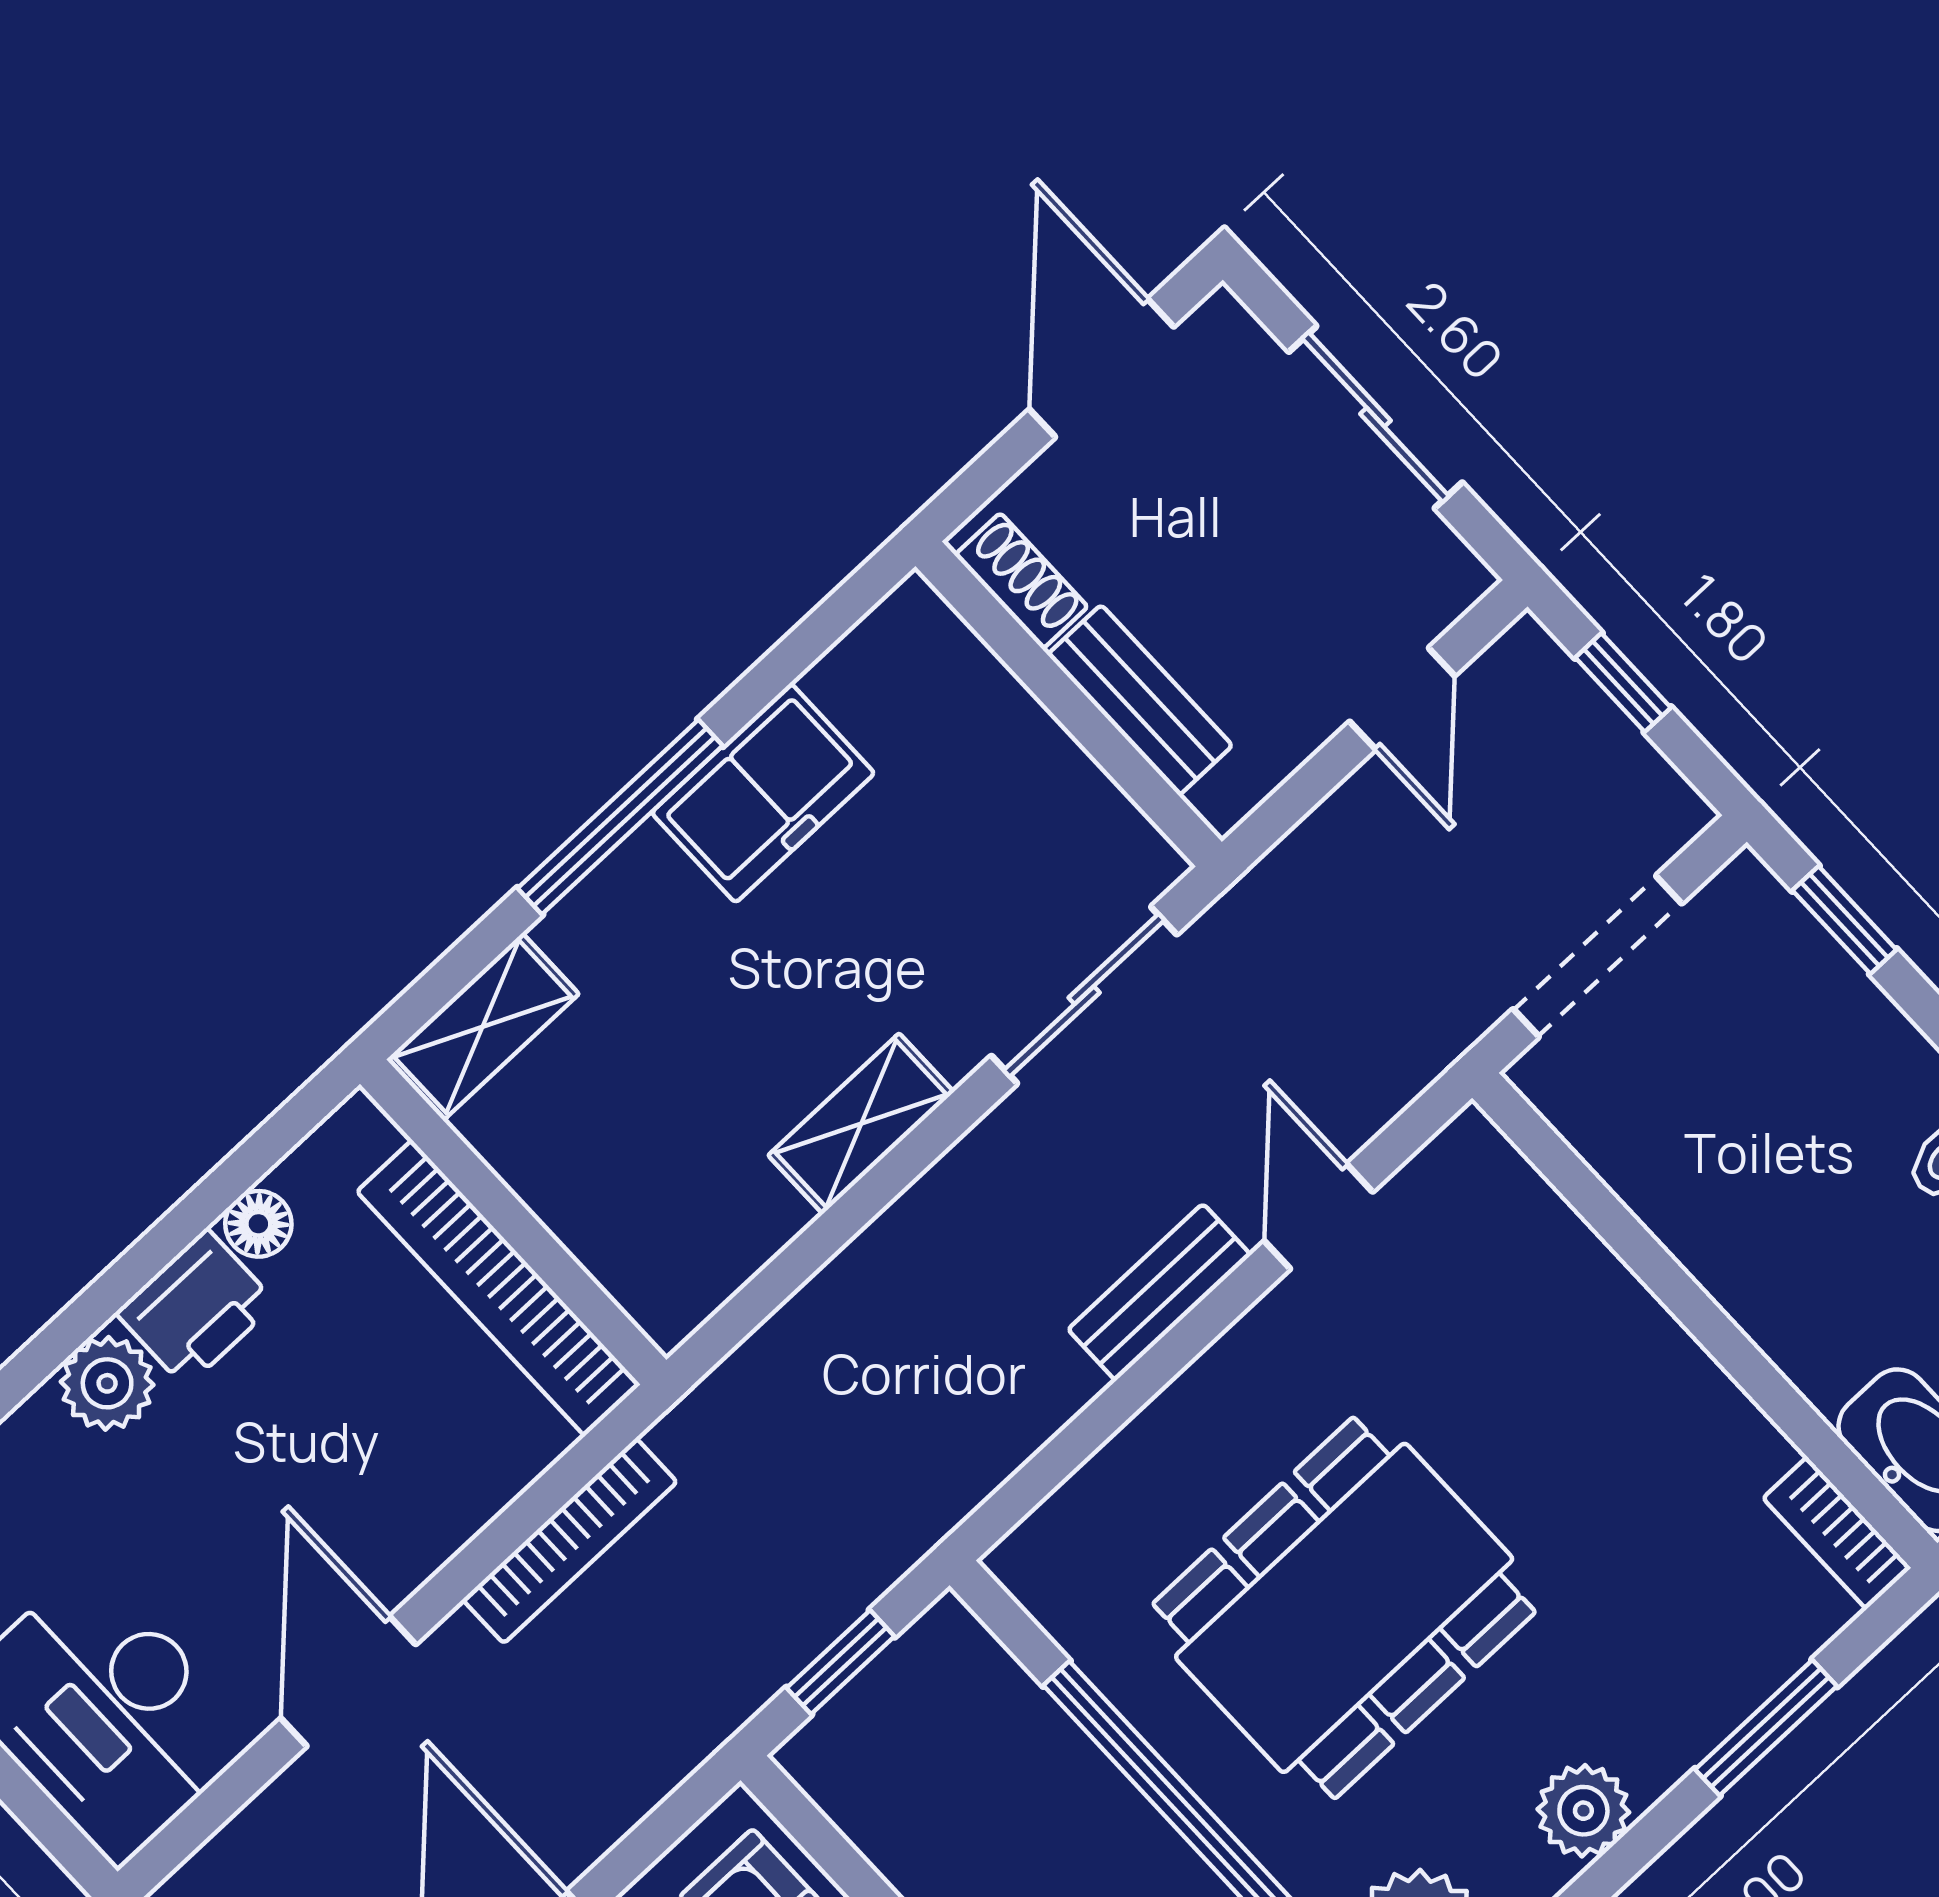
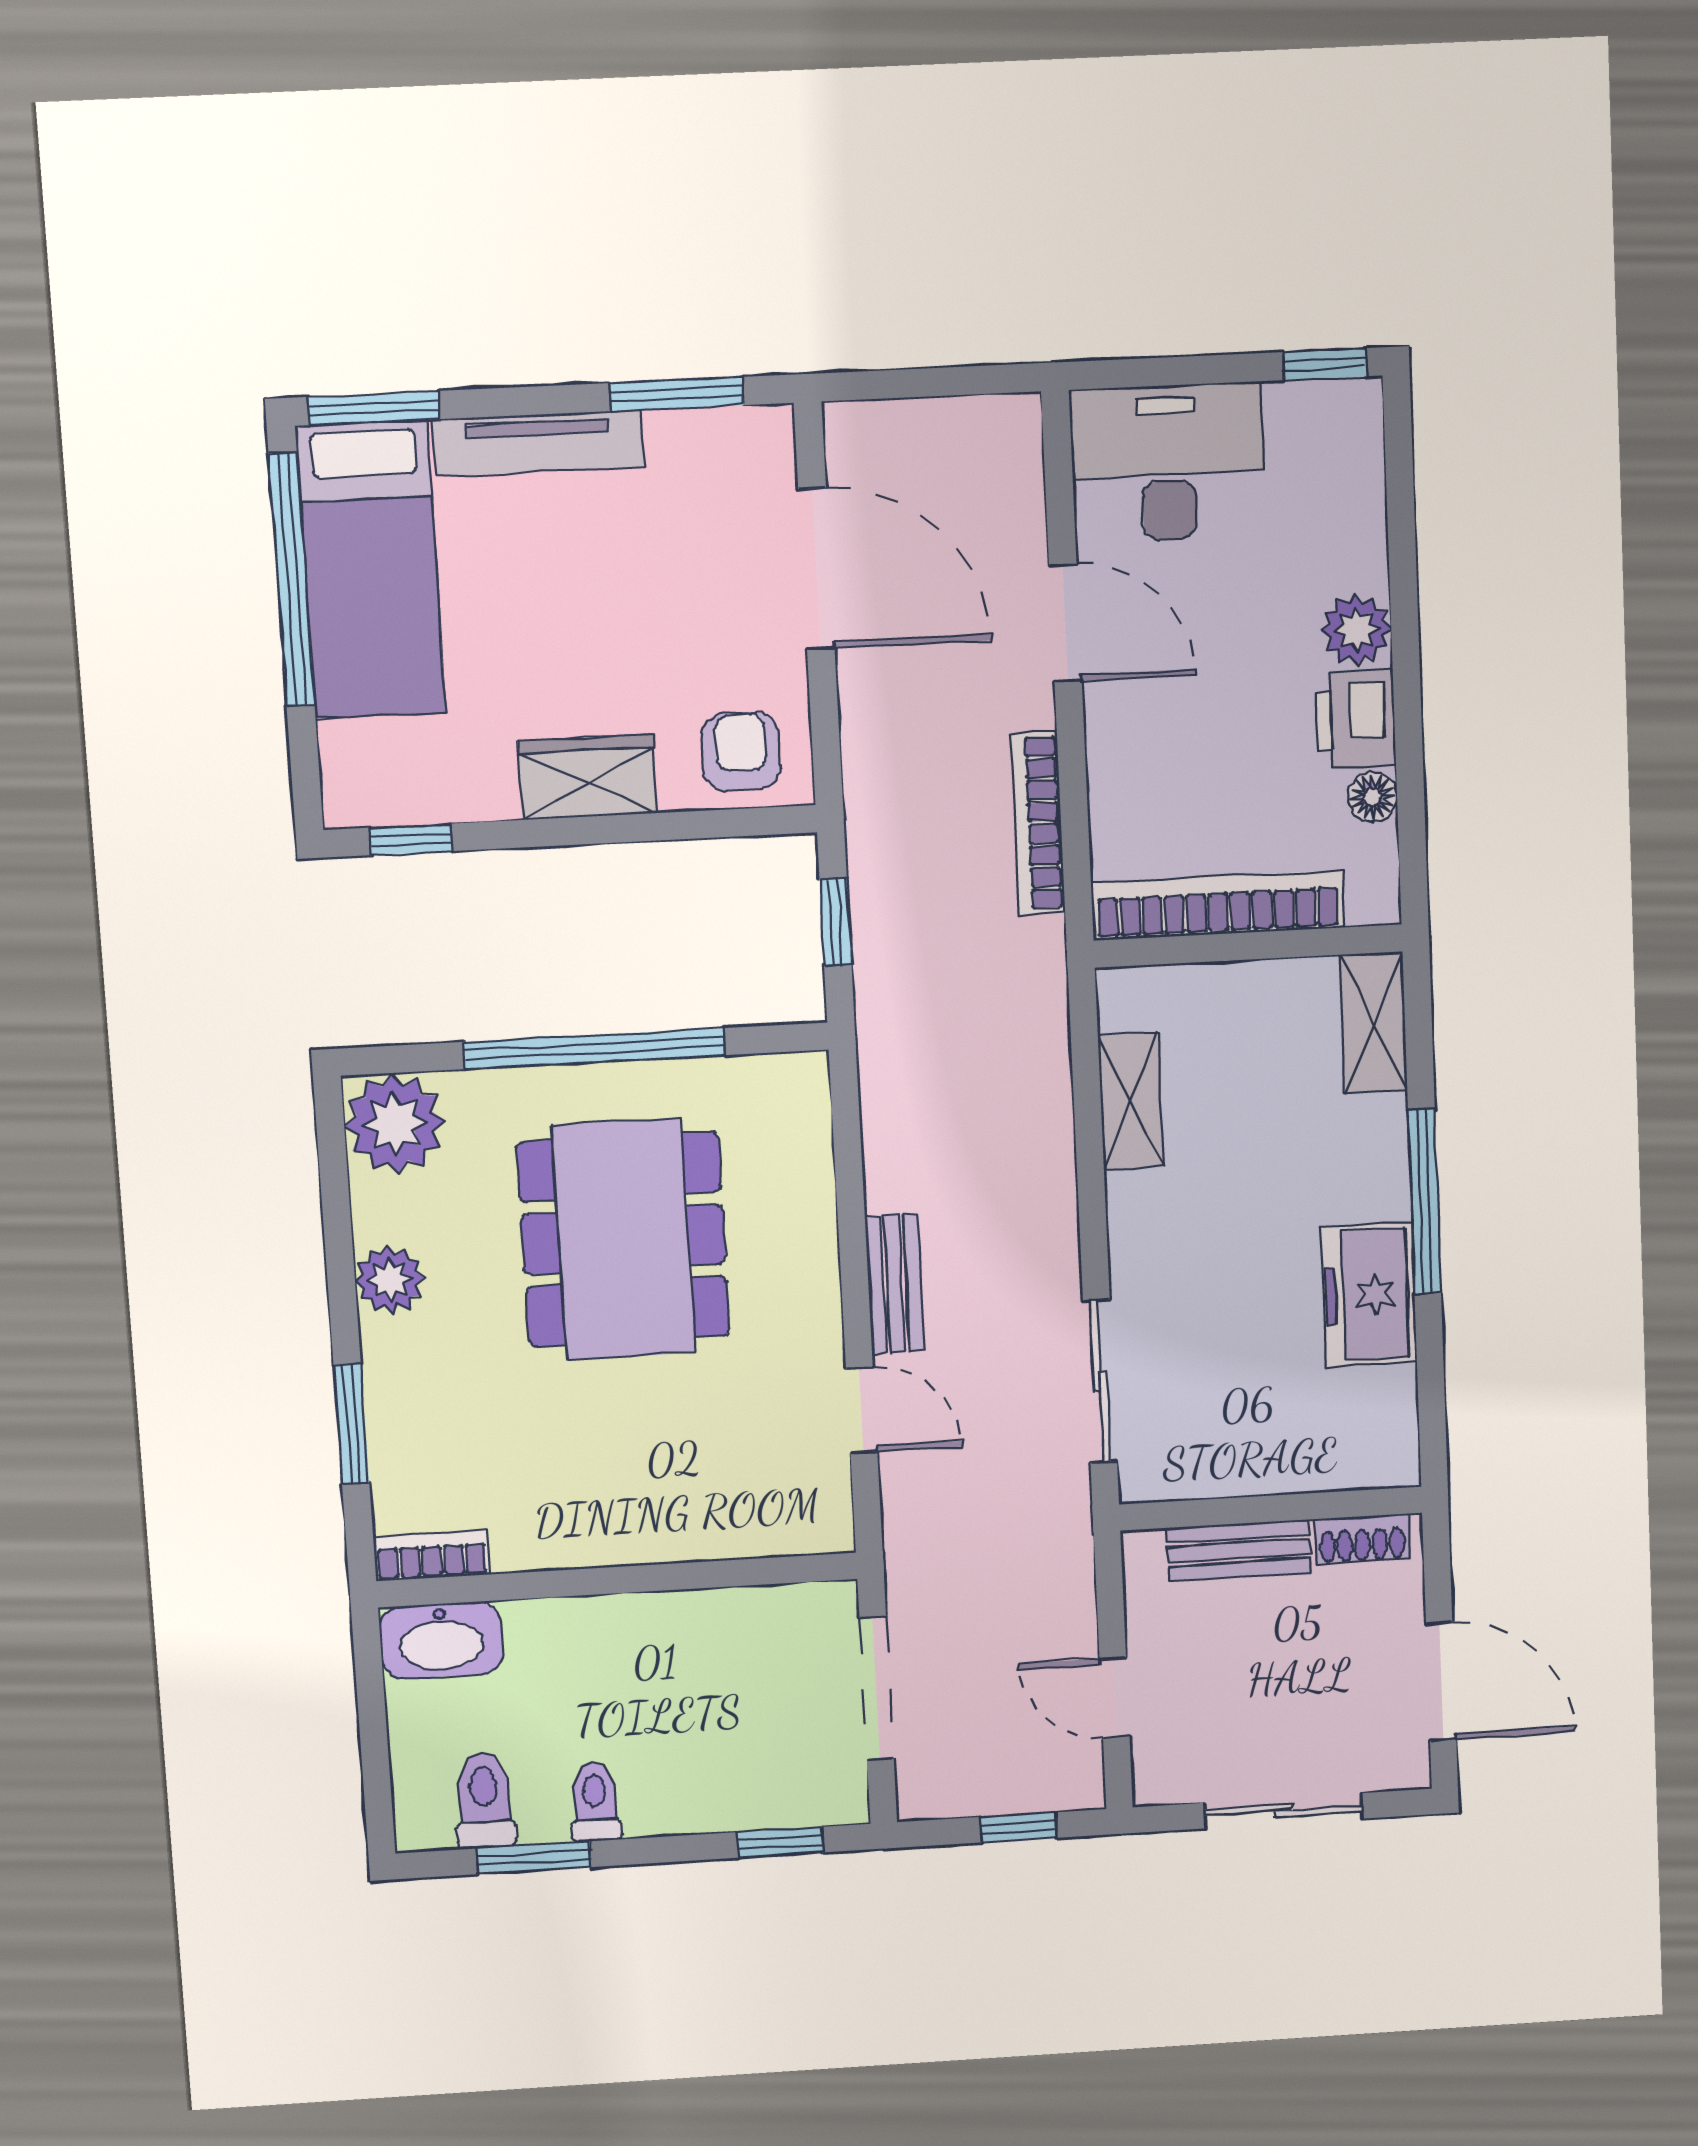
shelving: (861, 1124) -> (1131, 1101), moved

